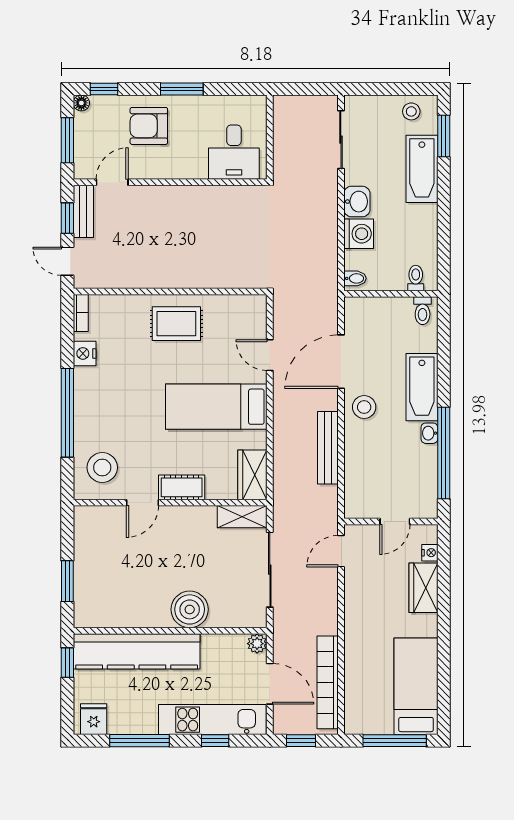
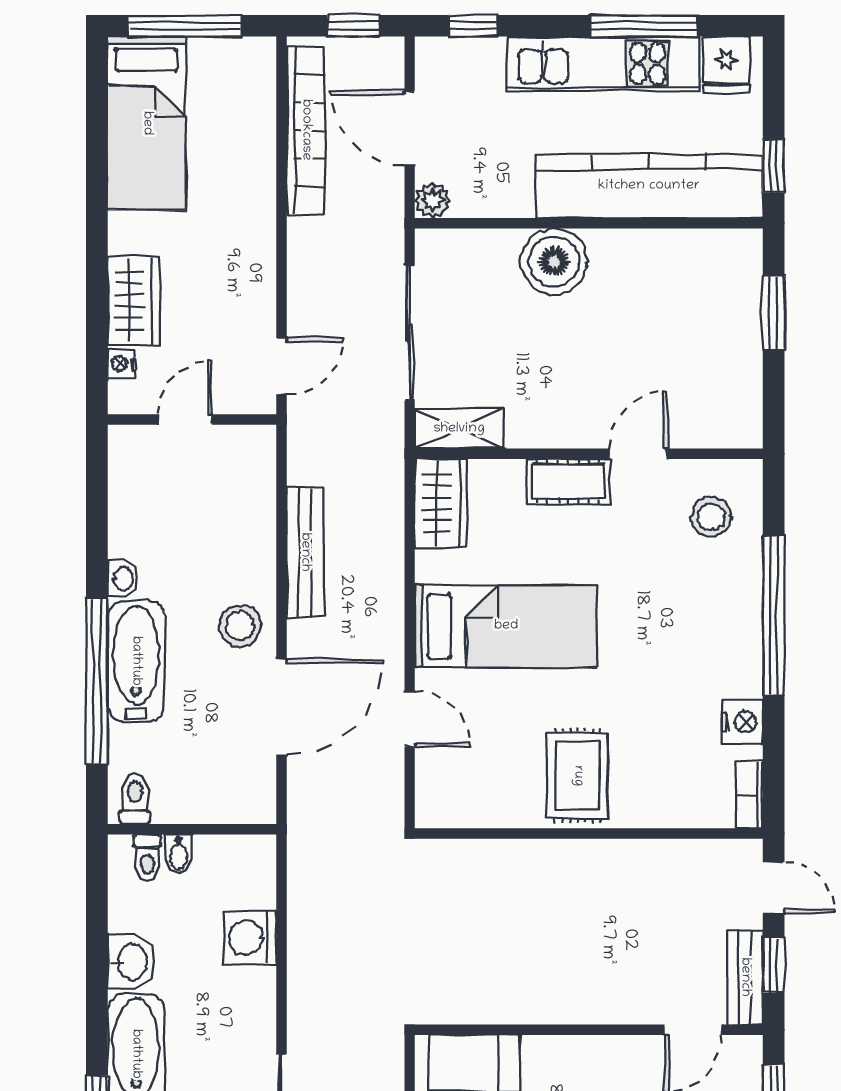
washbasin: (357, 202) -> (131, 962), moved, turned 180
bidet: (355, 278) -> (179, 854), moved, turned -90
rug: (176, 324) -> (578, 776), turned 90
window: (444, 453) -> (97, 681), moved
stool: (102, 468) -> (711, 517), width x0.73, depth x0.73
kitchen unit: (212, 720) -> (603, 64), moved
window: (215, 741) -> (473, 26), moved

